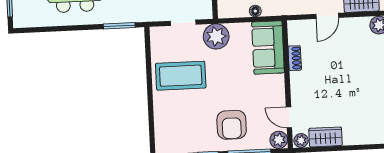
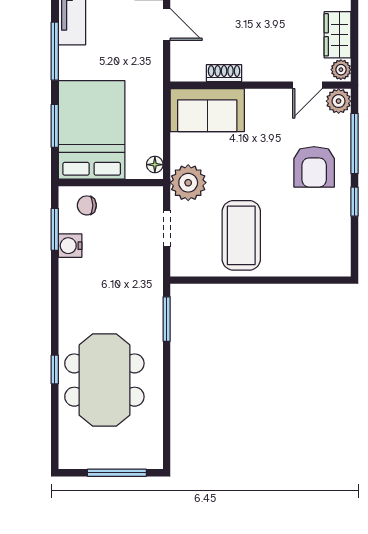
floor lamp: (255, 11) -> (155, 165), moved
armchair: (232, 125) -> (314, 167), turned 90

